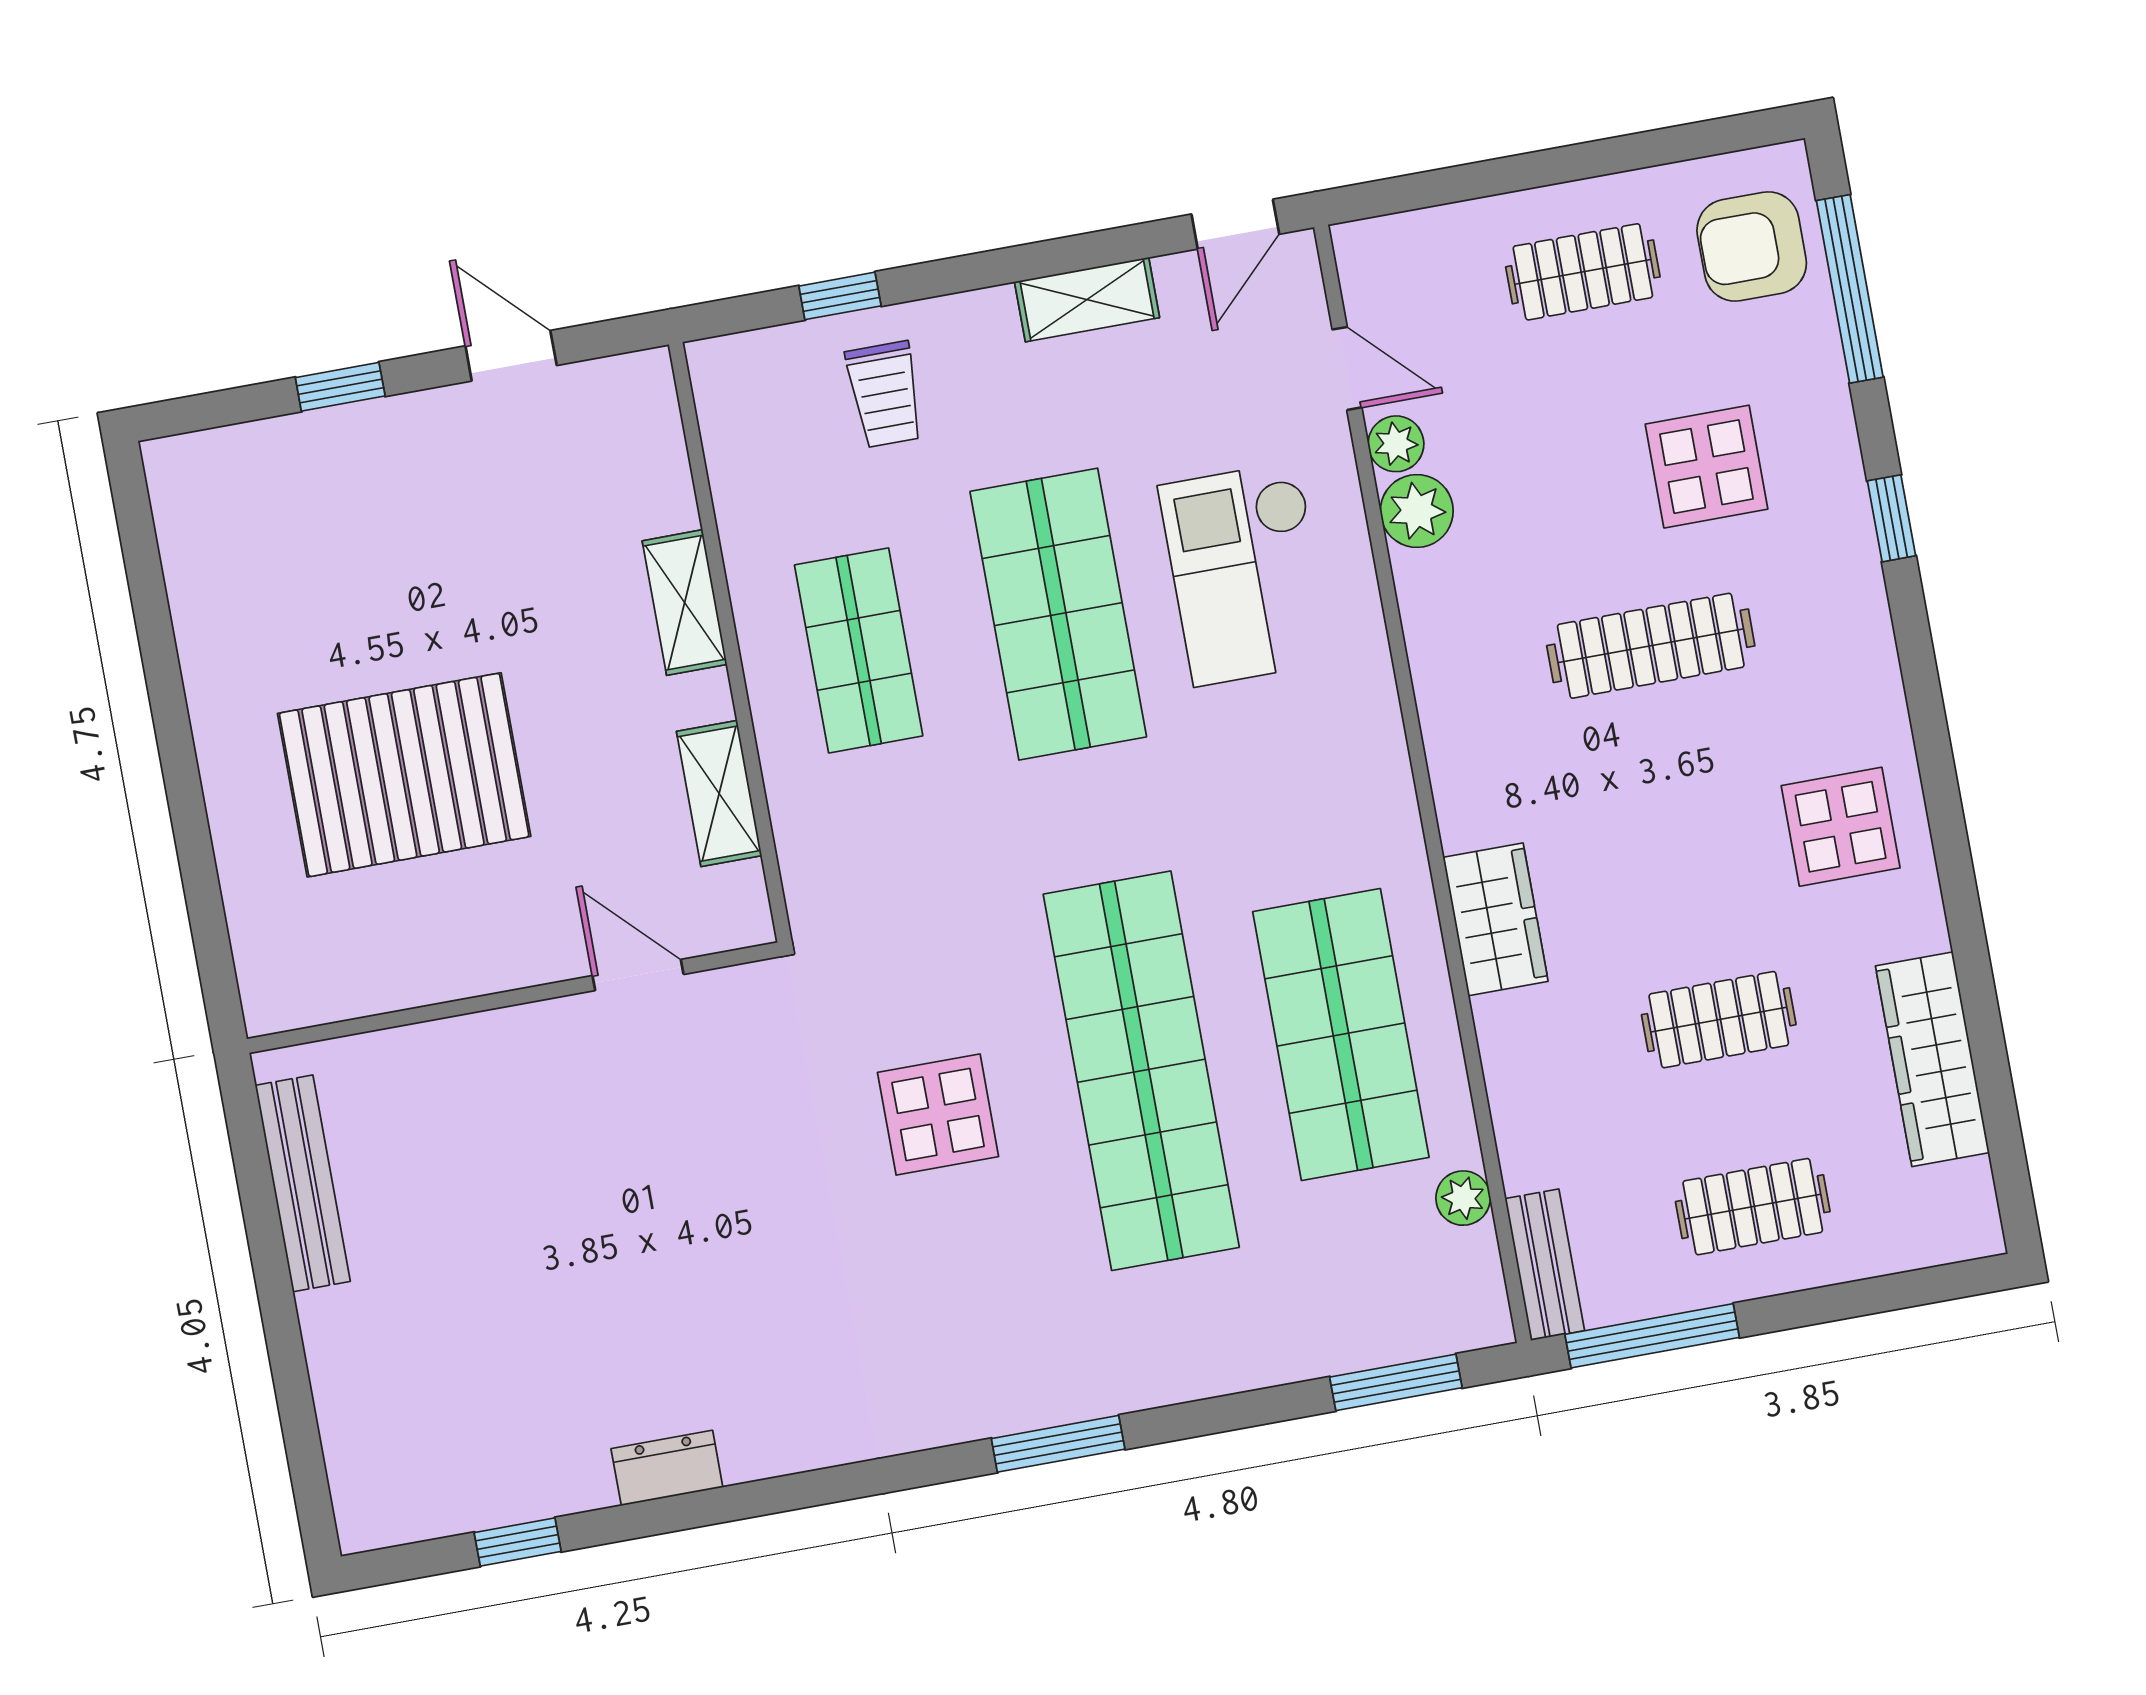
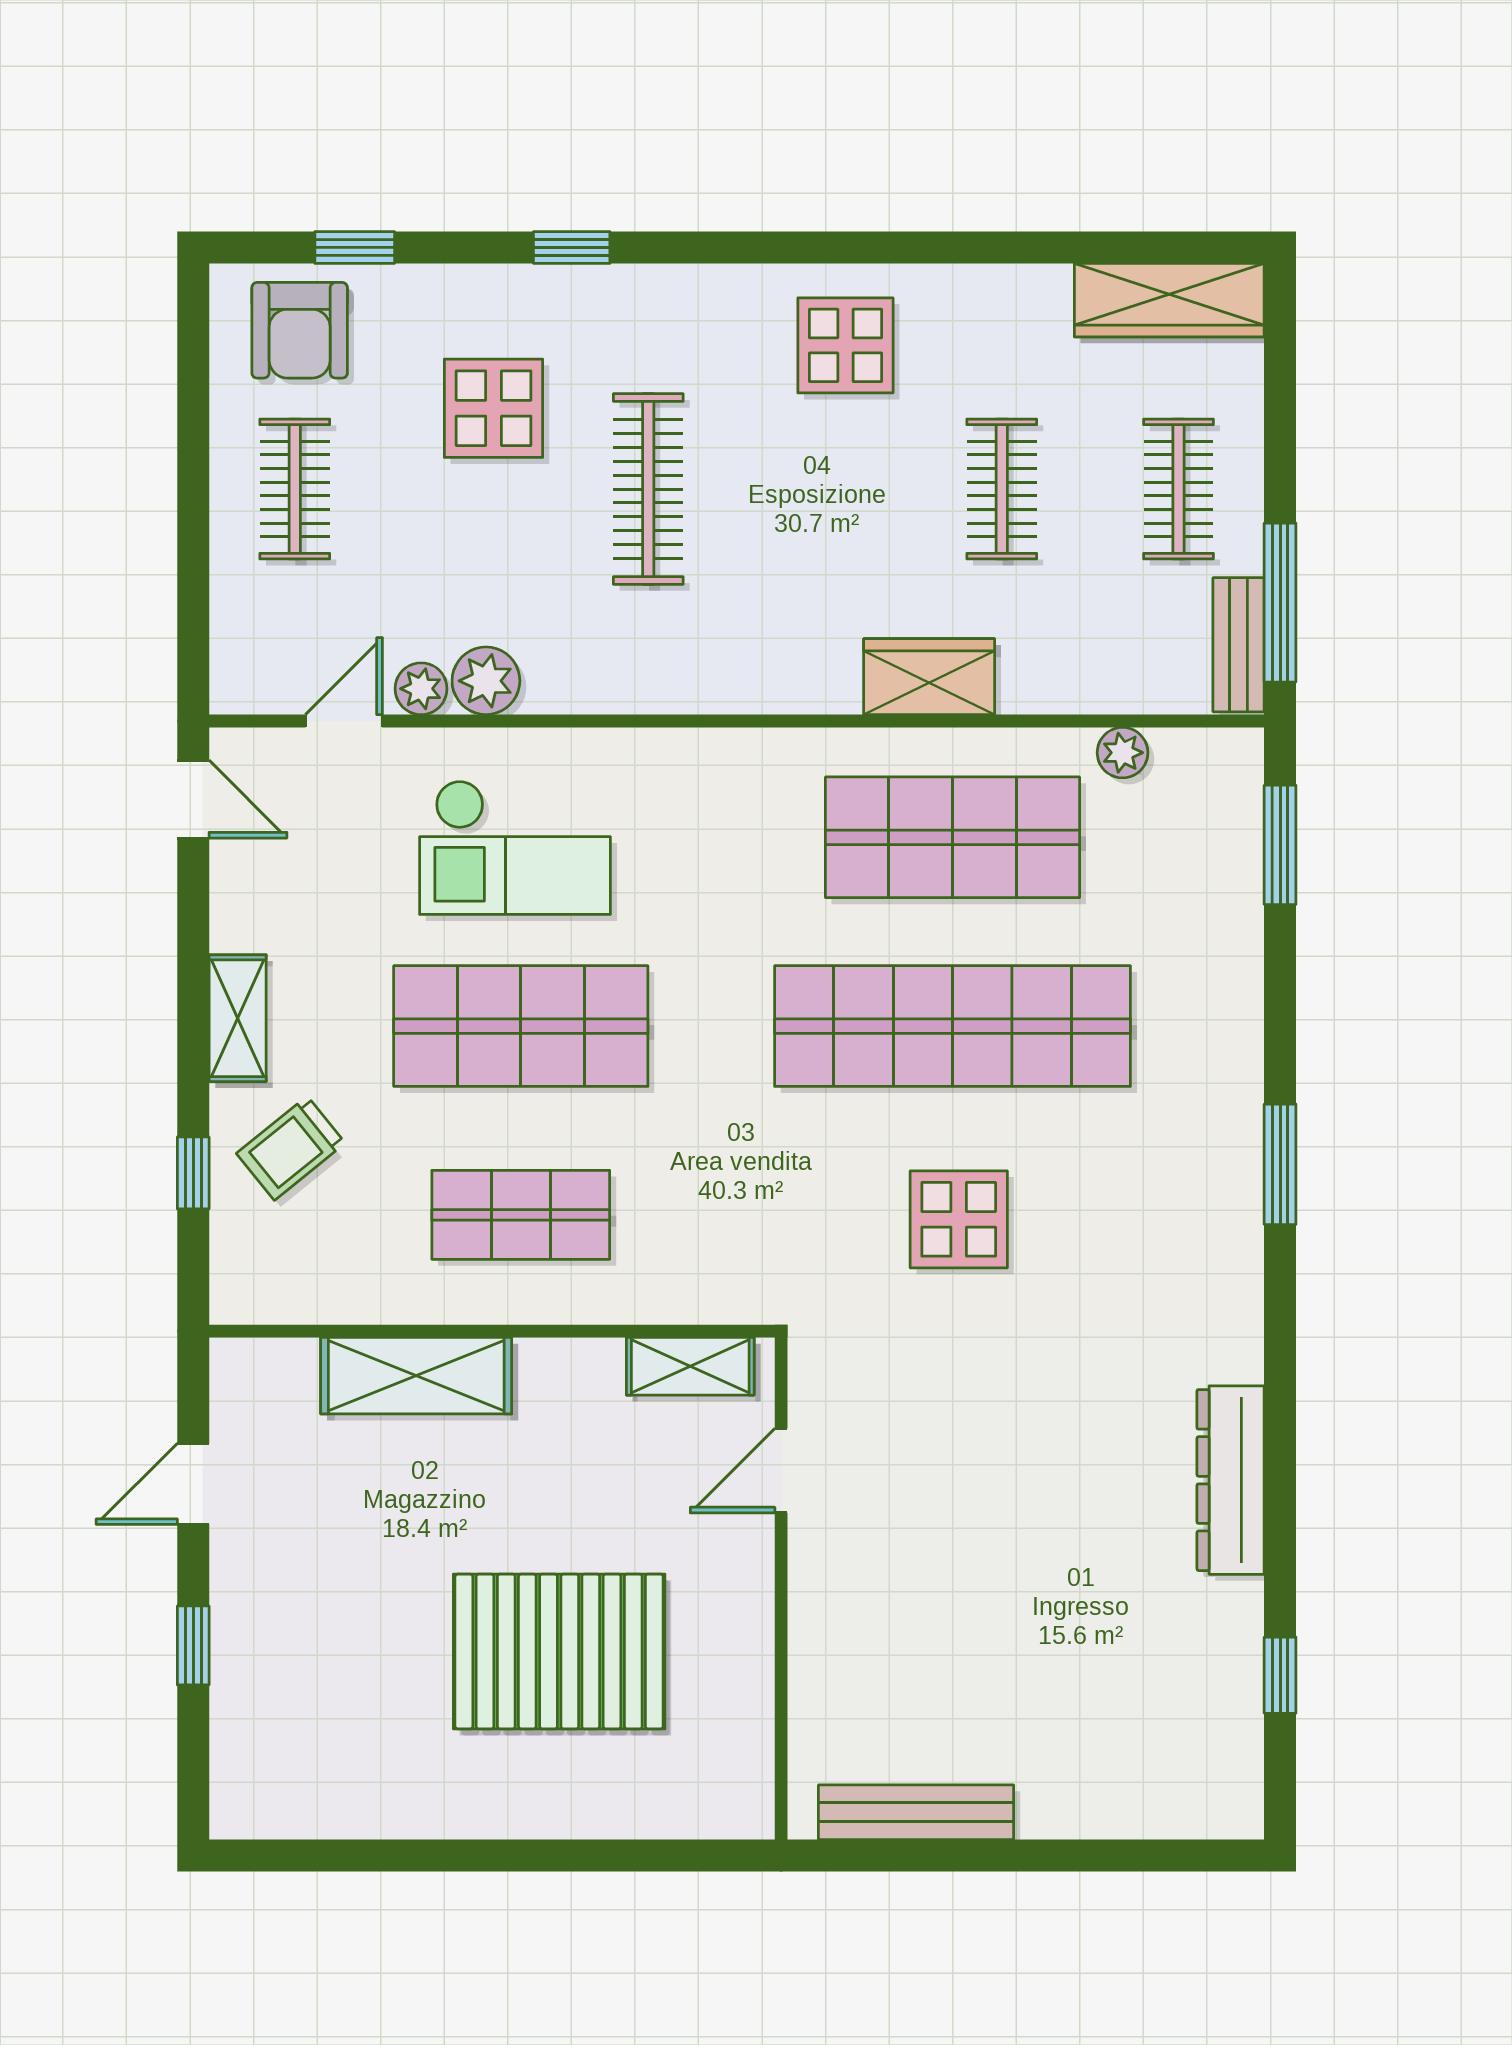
window: (1850, 289) -> (355, 247), width x0.46
shelving: (1087, 300) -> (238, 1018), moved
trolley: (885, 394) -> (291, 1148), turned 141
shelving: (685, 603) -> (416, 1376), width x1.50, depth x1.33
pallet: (404, 775) -> (559, 1651), turned 90
shelving: (719, 794) -> (690, 1366), moved
wardrobe: (1495, 919) -> (929, 677), moved
wardrobe: (1932, 1059) -> (1169, 300), moved
bench: (1545, 1265) -> (1239, 645), moved, turned 90
dresser: (667, 1468) -> (1231, 1480), width x1.96, depth x1.24

